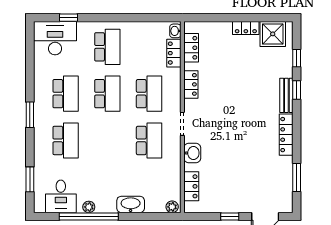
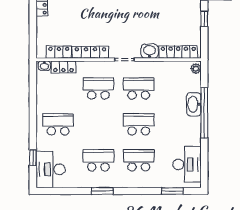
locker: (191, 84) -> (90, 52), width x1.53
school desk: (107, 94) -> (139, 124), moved
window: (30, 115) -> (102, 191), moved
locker: (191, 186) -> (178, 52), width x1.53
desk: (61, 196) -> (187, 164), width x1.37
plant: (89, 207) -> (196, 140), removed
window: (89, 217) -> (204, 113), moved

